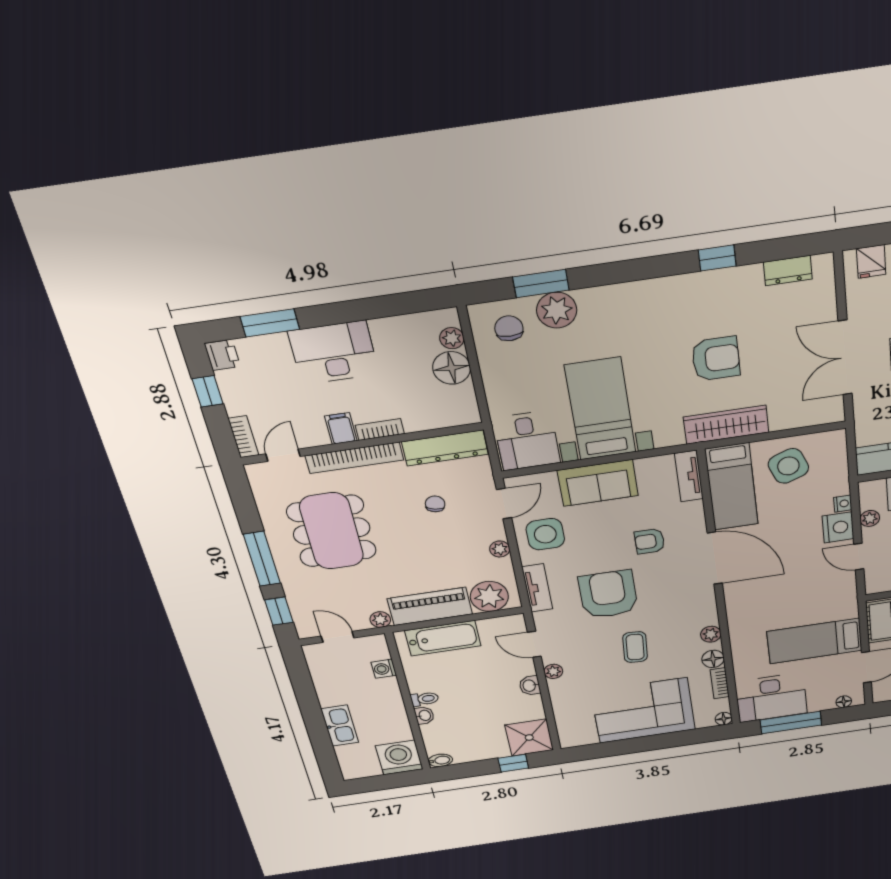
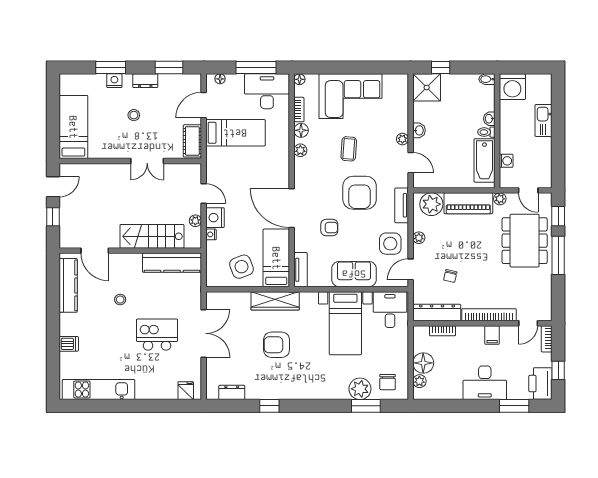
printer: (222, 355) -> (540, 384), width x1.87, depth x1.48
bookcase: (380, 430) -> (442, 331), moved
dining table: (332, 531) -> (525, 241), moved
bathtub: (443, 638) -> (484, 160), moved, turned -90

